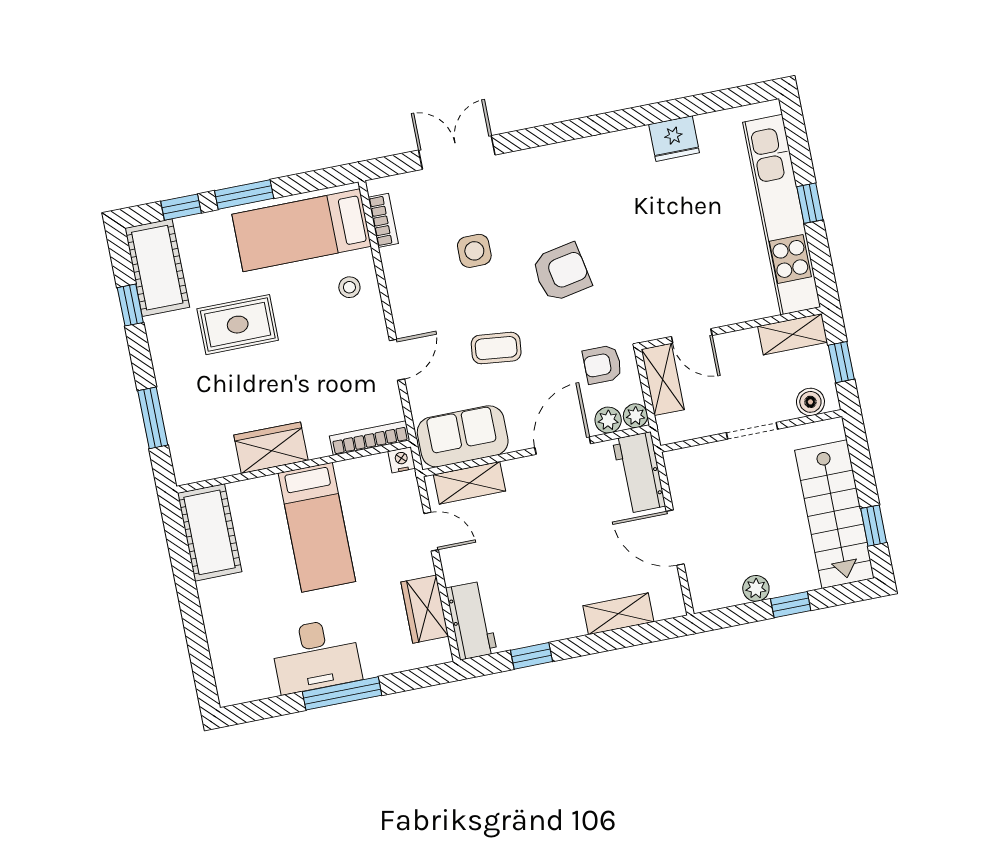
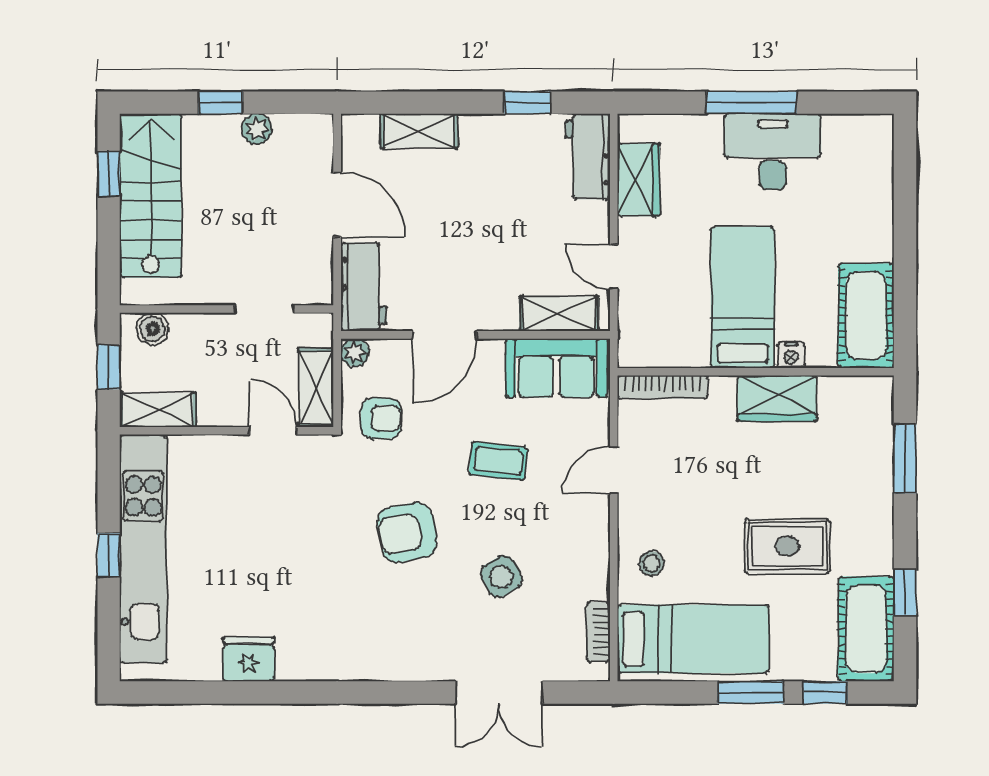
side table: (474, 251) -> (501, 577), turned -30
plant: (608, 420) -> (387, 354), removed
doorway: (752, 431) -> (264, 309), moved
nightstand: (402, 460) -> (791, 355), moved

